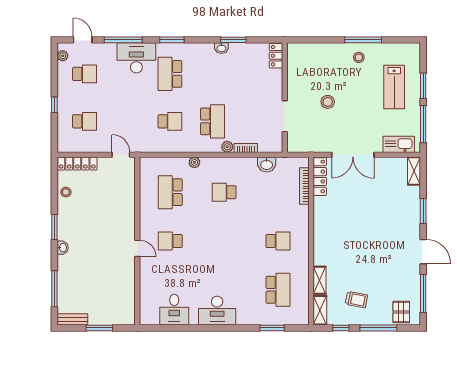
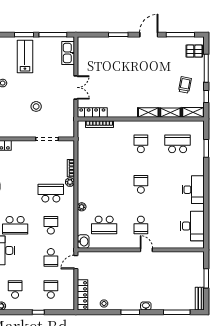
lab bench: (394, 87) -> (25, 56), turned -90
school desk: (127, 121) -> (51, 257), added
double door: (353, 155) -> (76, 87), width x0.73
washbasin: (267, 164) -> (83, 241), moved
shelving: (414, 171) -> (148, 113), moved
school desk: (224, 192) -> (141, 184), moved, turned 180
door: (137, 248) -> (146, 250), hinge flipped
desk: (174, 310) -> (192, 226), width x1.37

